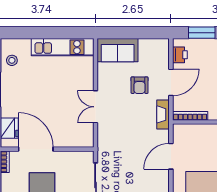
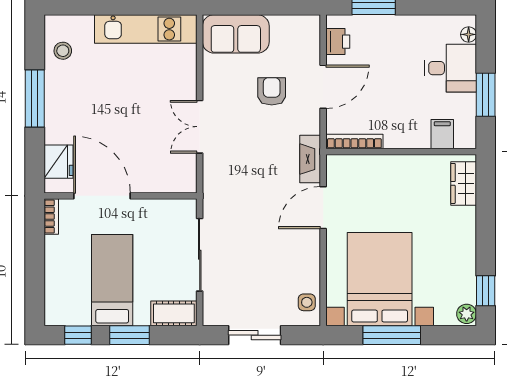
armchair: (140, 85) -> (272, 91), turned 180
fireplace: (163, 114) -> (310, 159), moved

